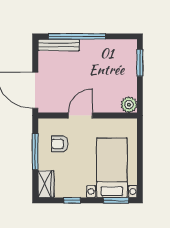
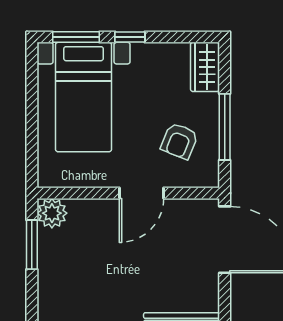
window: (140, 63) -> (32, 245), moved
armchair: (60, 144) -> (179, 141), turned 112
window: (72, 200) -> (130, 37), moved

